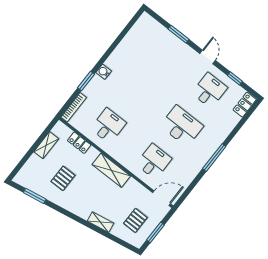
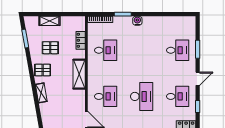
desk: (164, 55) -> (178, 50), added
shelving: (46, 145) -> (49, 21), moved
pallet: (135, 220) -> (43, 70), moved

